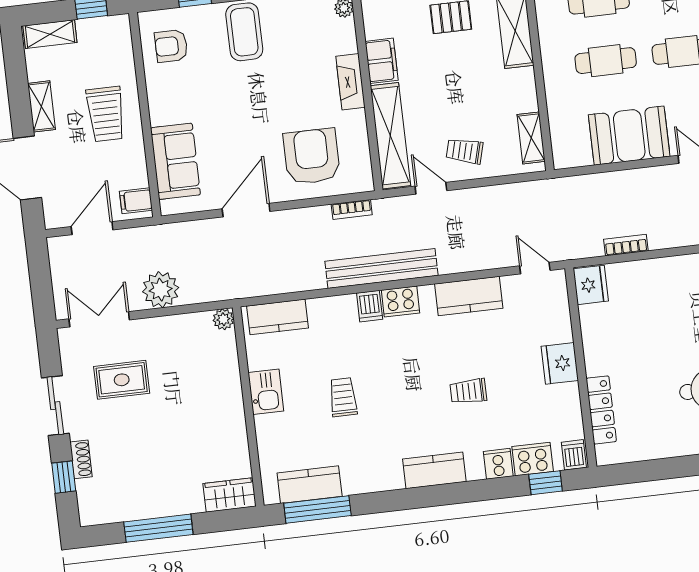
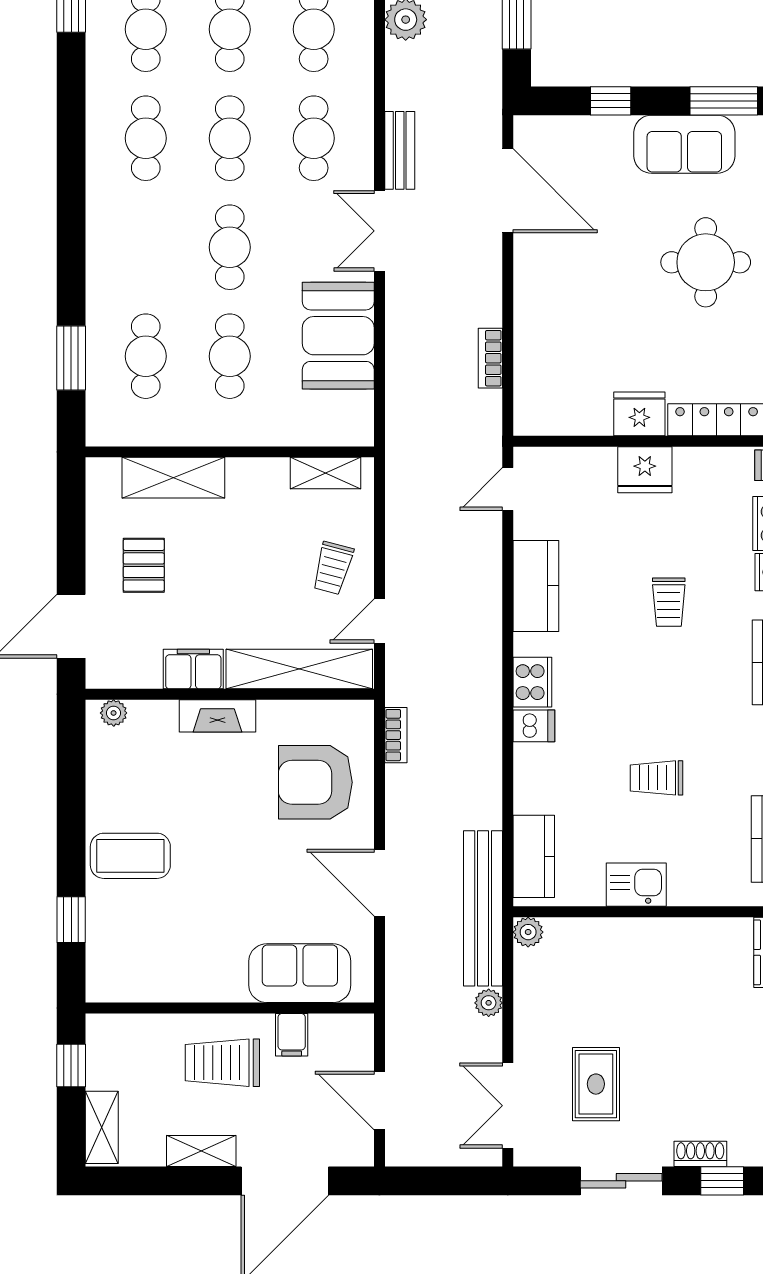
armchair: (171, 46) -> (138, 960), removed
trolley: (106, 114) -> (222, 1063), turned 180
filing cabinet: (136, 201) -> (292, 1035), moved
bench: (381, 268) -> (483, 908), moved
fridge: (591, 285) -> (639, 414), moved
plant: (161, 290) -> (489, 1003), width x0.53, depth x0.53

